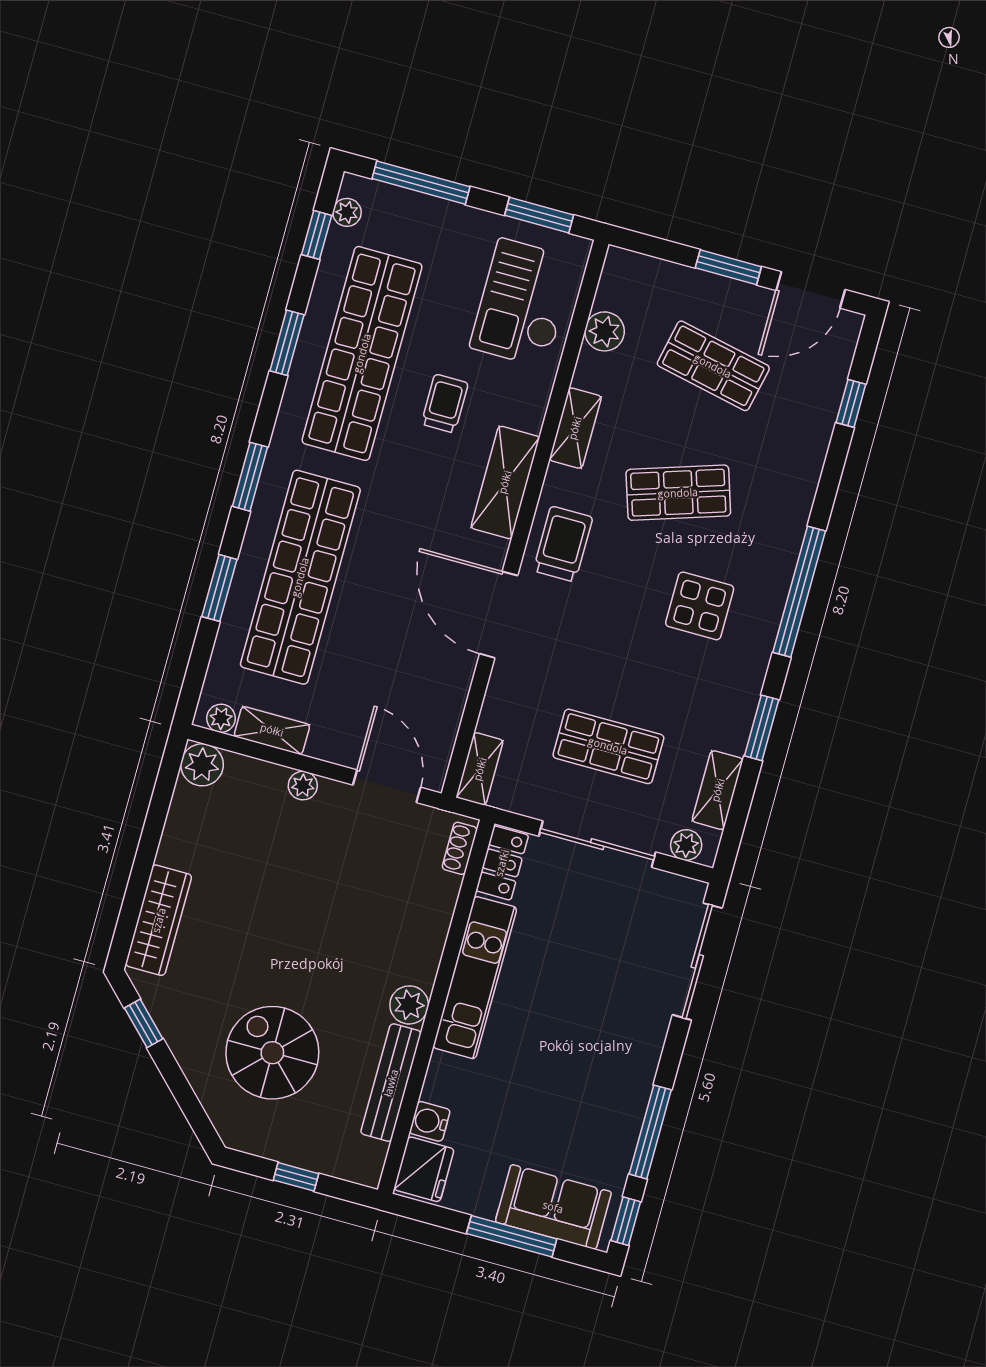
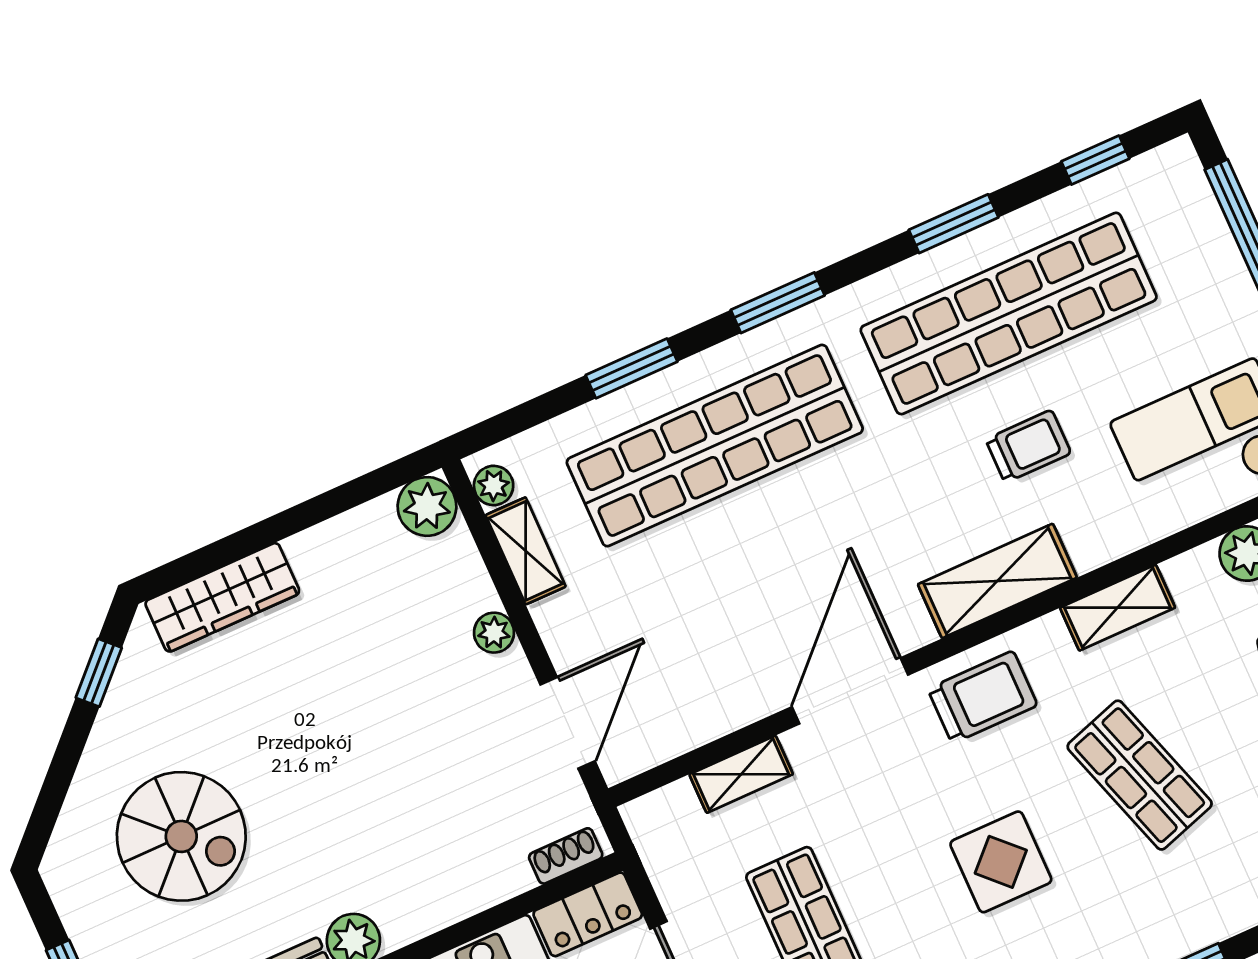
plant: (347, 212) -> (1146, 173), removed
display table: (700, 606) -> (1001, 862), moved
shelving: (480, 769) -> (741, 774), moved
spiral stairs: (272, 1053) -> (181, 836), turned 90

